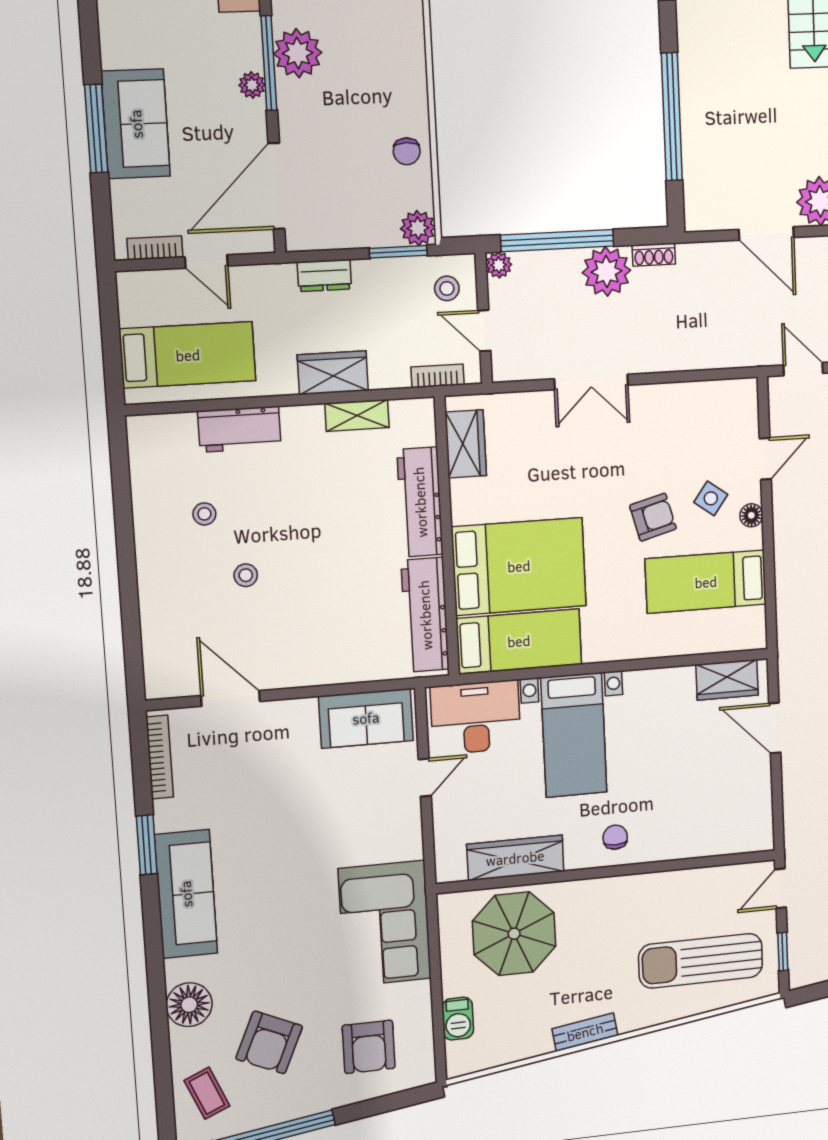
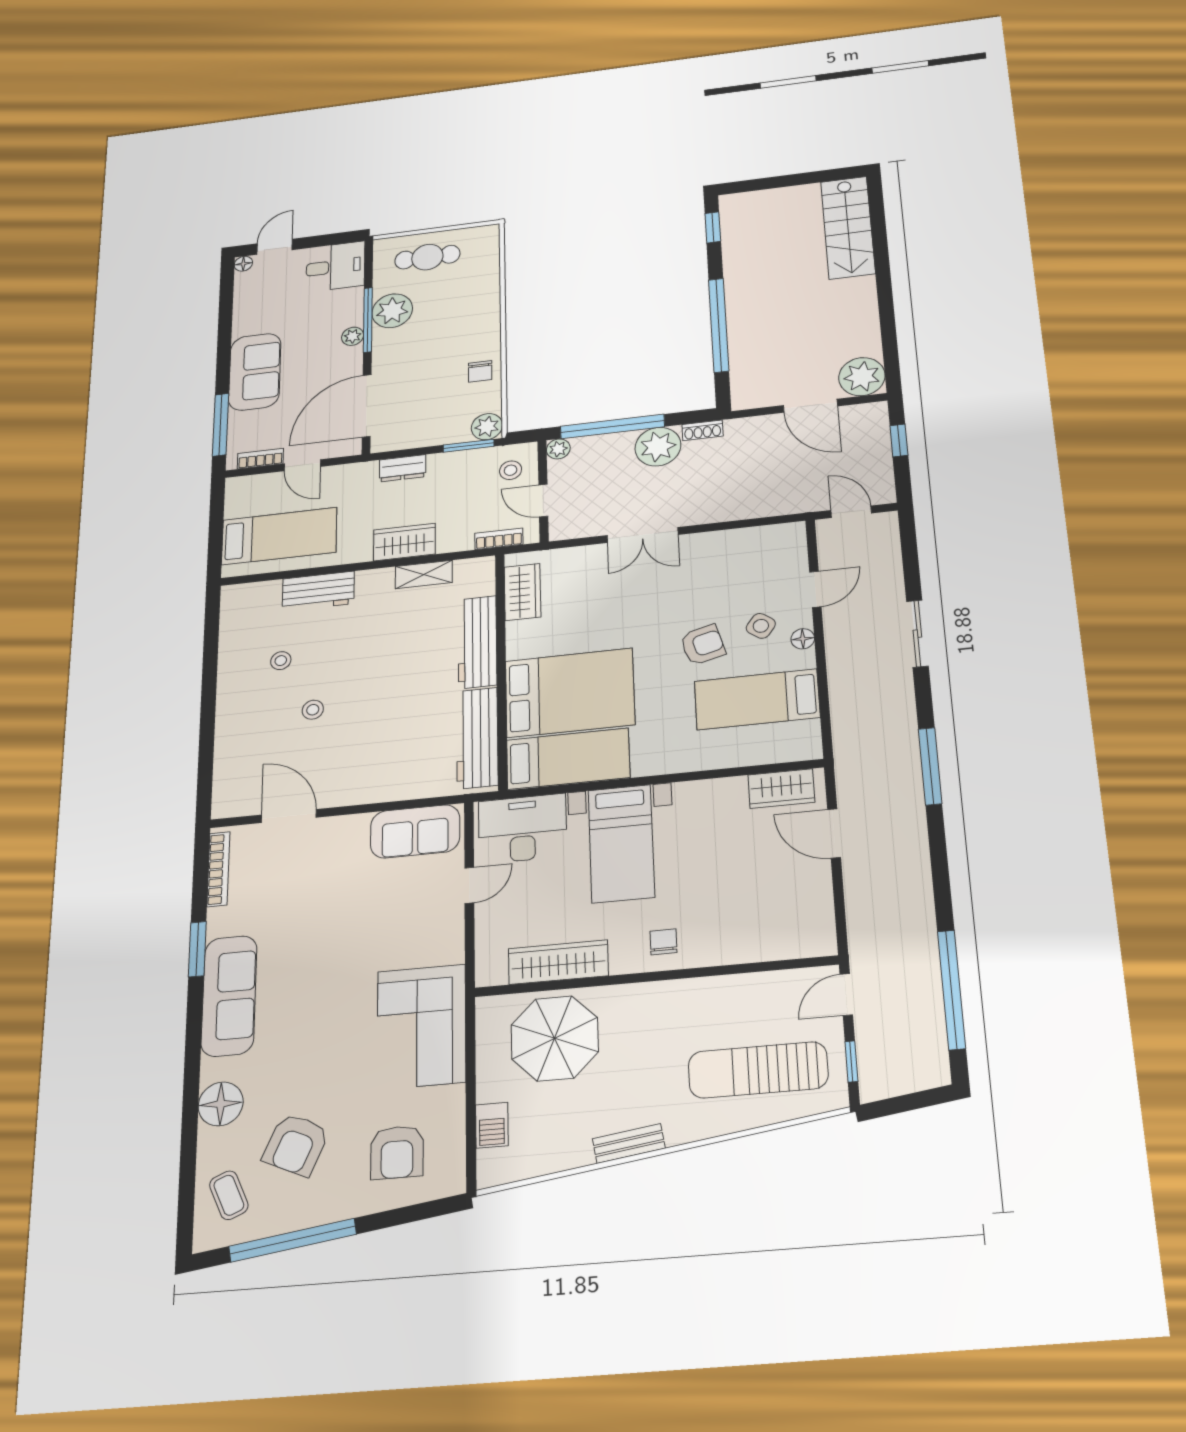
window: (96, 129) -> (221, 425), moved

